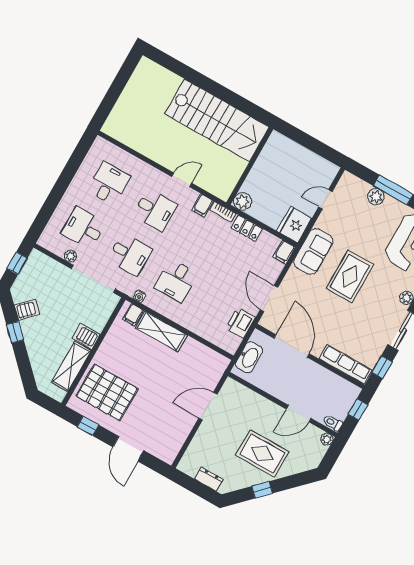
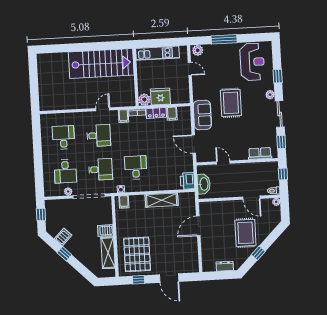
kitchen unit: (297, 153) -> (158, 53), added
plant: (376, 197) -> (198, 50), moved
door: (325, 199) -> (190, 69), swing flipped
fridge: (294, 224) -> (160, 96), moved, turned 90
desk: (83, 228) -> (65, 171), turned -90
sofa: (313, 251) -> (202, 115), moved
filing cabinet: (284, 252) -> (172, 114), moved
desk: (176, 281) -> (136, 167), turned 180
printer: (241, 323) -> (187, 181), moved
shelving: (161, 331) -> (162, 200), moved
door: (292, 346) -> (223, 163), width x0.53
row of seats: (345, 364) -> (260, 153), width x0.68
pallet: (107, 392) -> (137, 254), turned 90
door: (299, 414) -> (251, 198), hinge flipped
rug: (262, 453) -> (245, 233), turned 90

